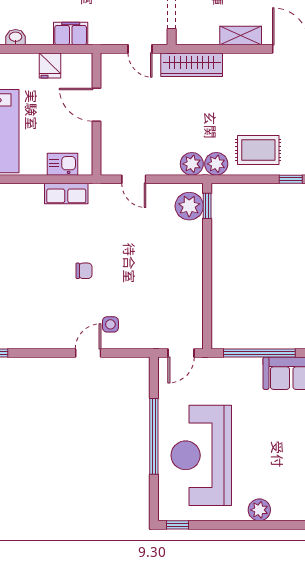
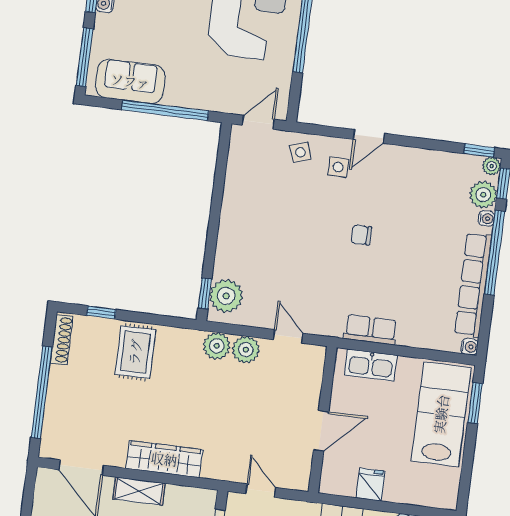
wardrobe: (192, 65) -> (164, 459), moved
door: (97, 105) -> (321, 431), hinge flipped
rug: (258, 150) -> (135, 352), turned 90
kitchen sink: (63, 164) -> (371, 365), width x1.38
plant: (216, 164) -> (246, 350), moved
side table: (143, 333) -> (300, 152), added

